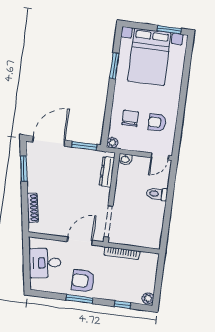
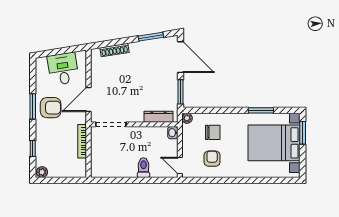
window: (169, 30) -> (303, 133), moved
door: (80, 241) -> (88, 99), swing flipped
armchair: (83, 281) -> (51, 108), turned 90

